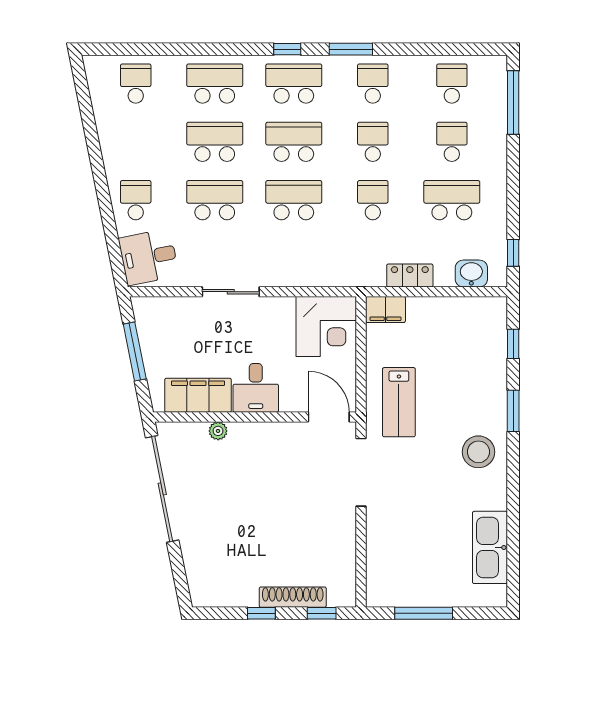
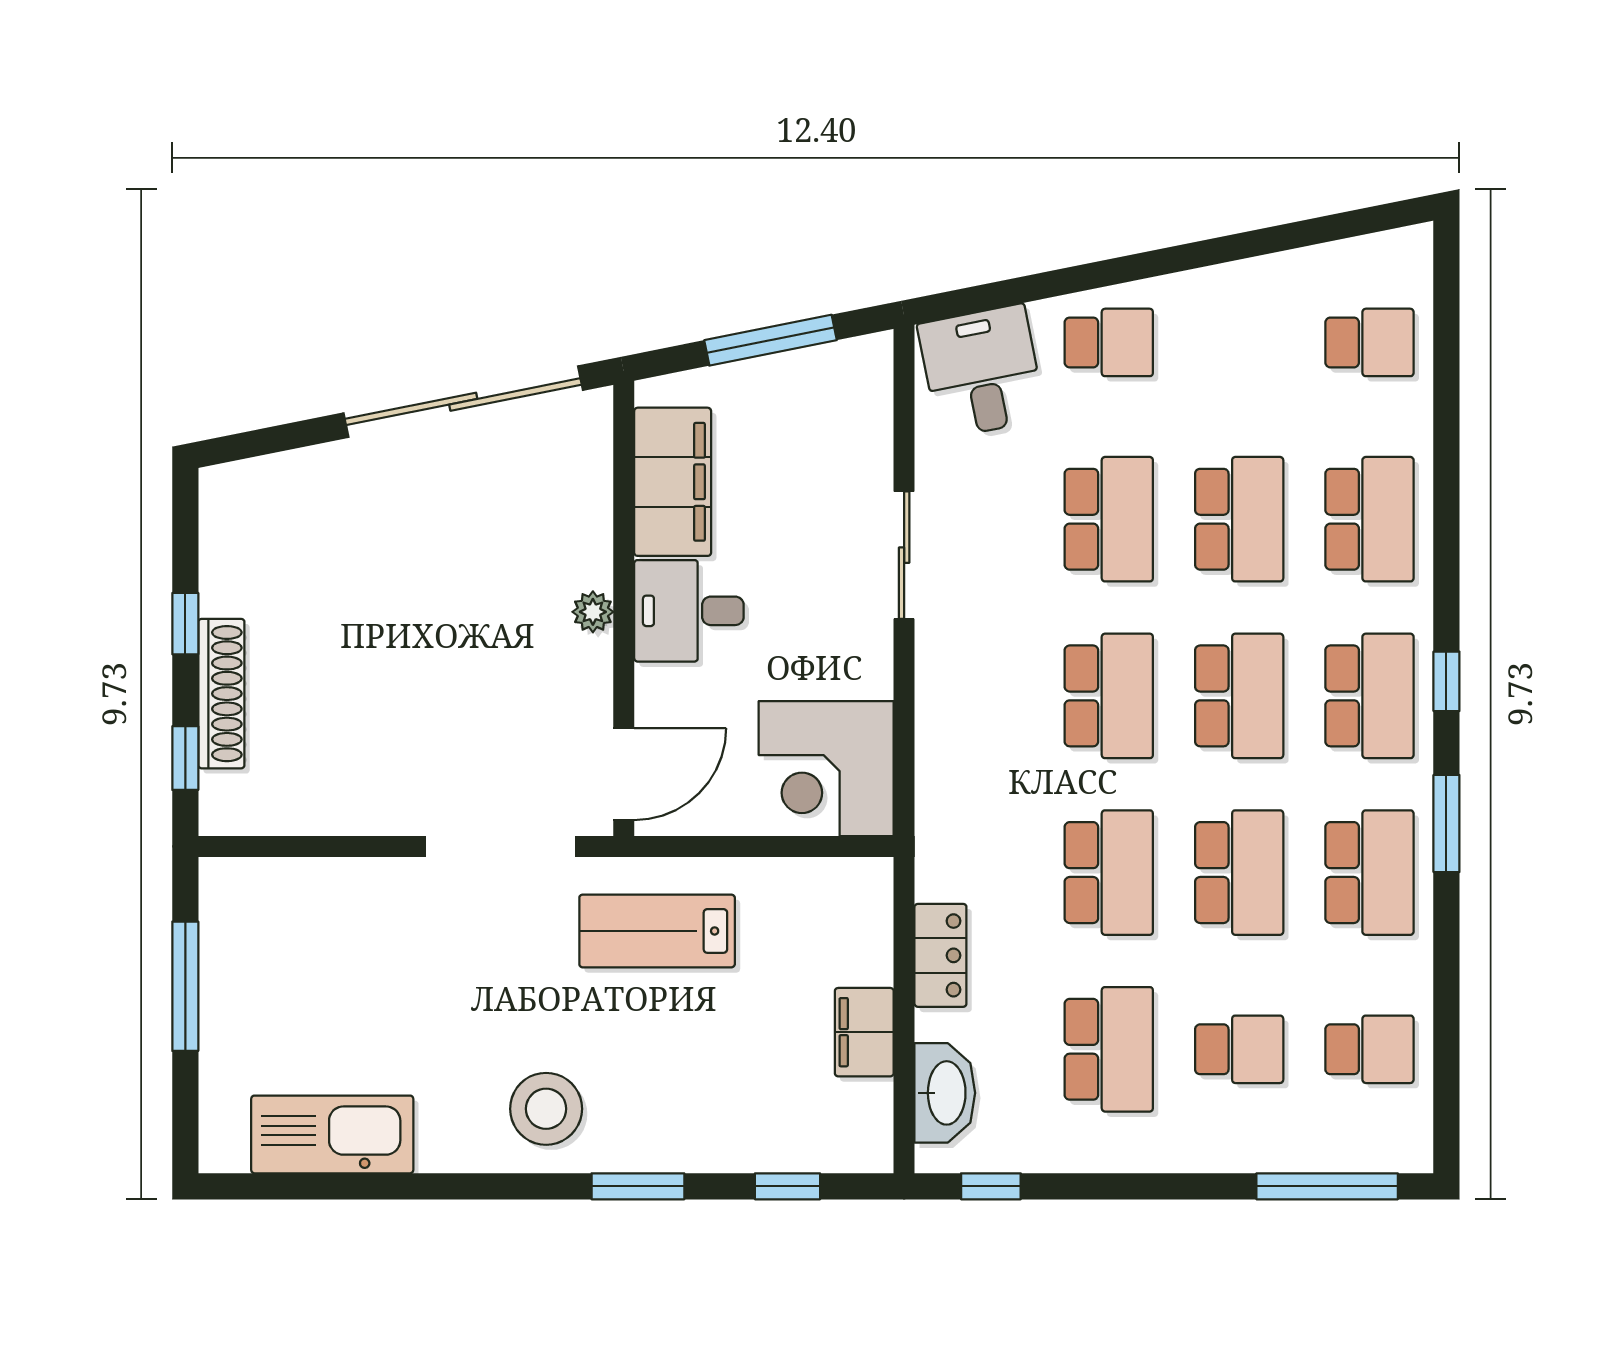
school desk: (373, 84) -> (1369, 873), width x1.85
school desk: (373, 142) -> (1239, 873), width x1.85
school desk: (373, 200) -> (1109, 873), width x1.85
washbasin: (471, 273) -> (945, 1093), width x1.38
filing cabinet: (385, 310) -> (864, 1032), moved
plant: (218, 431) -> (593, 612), moved

